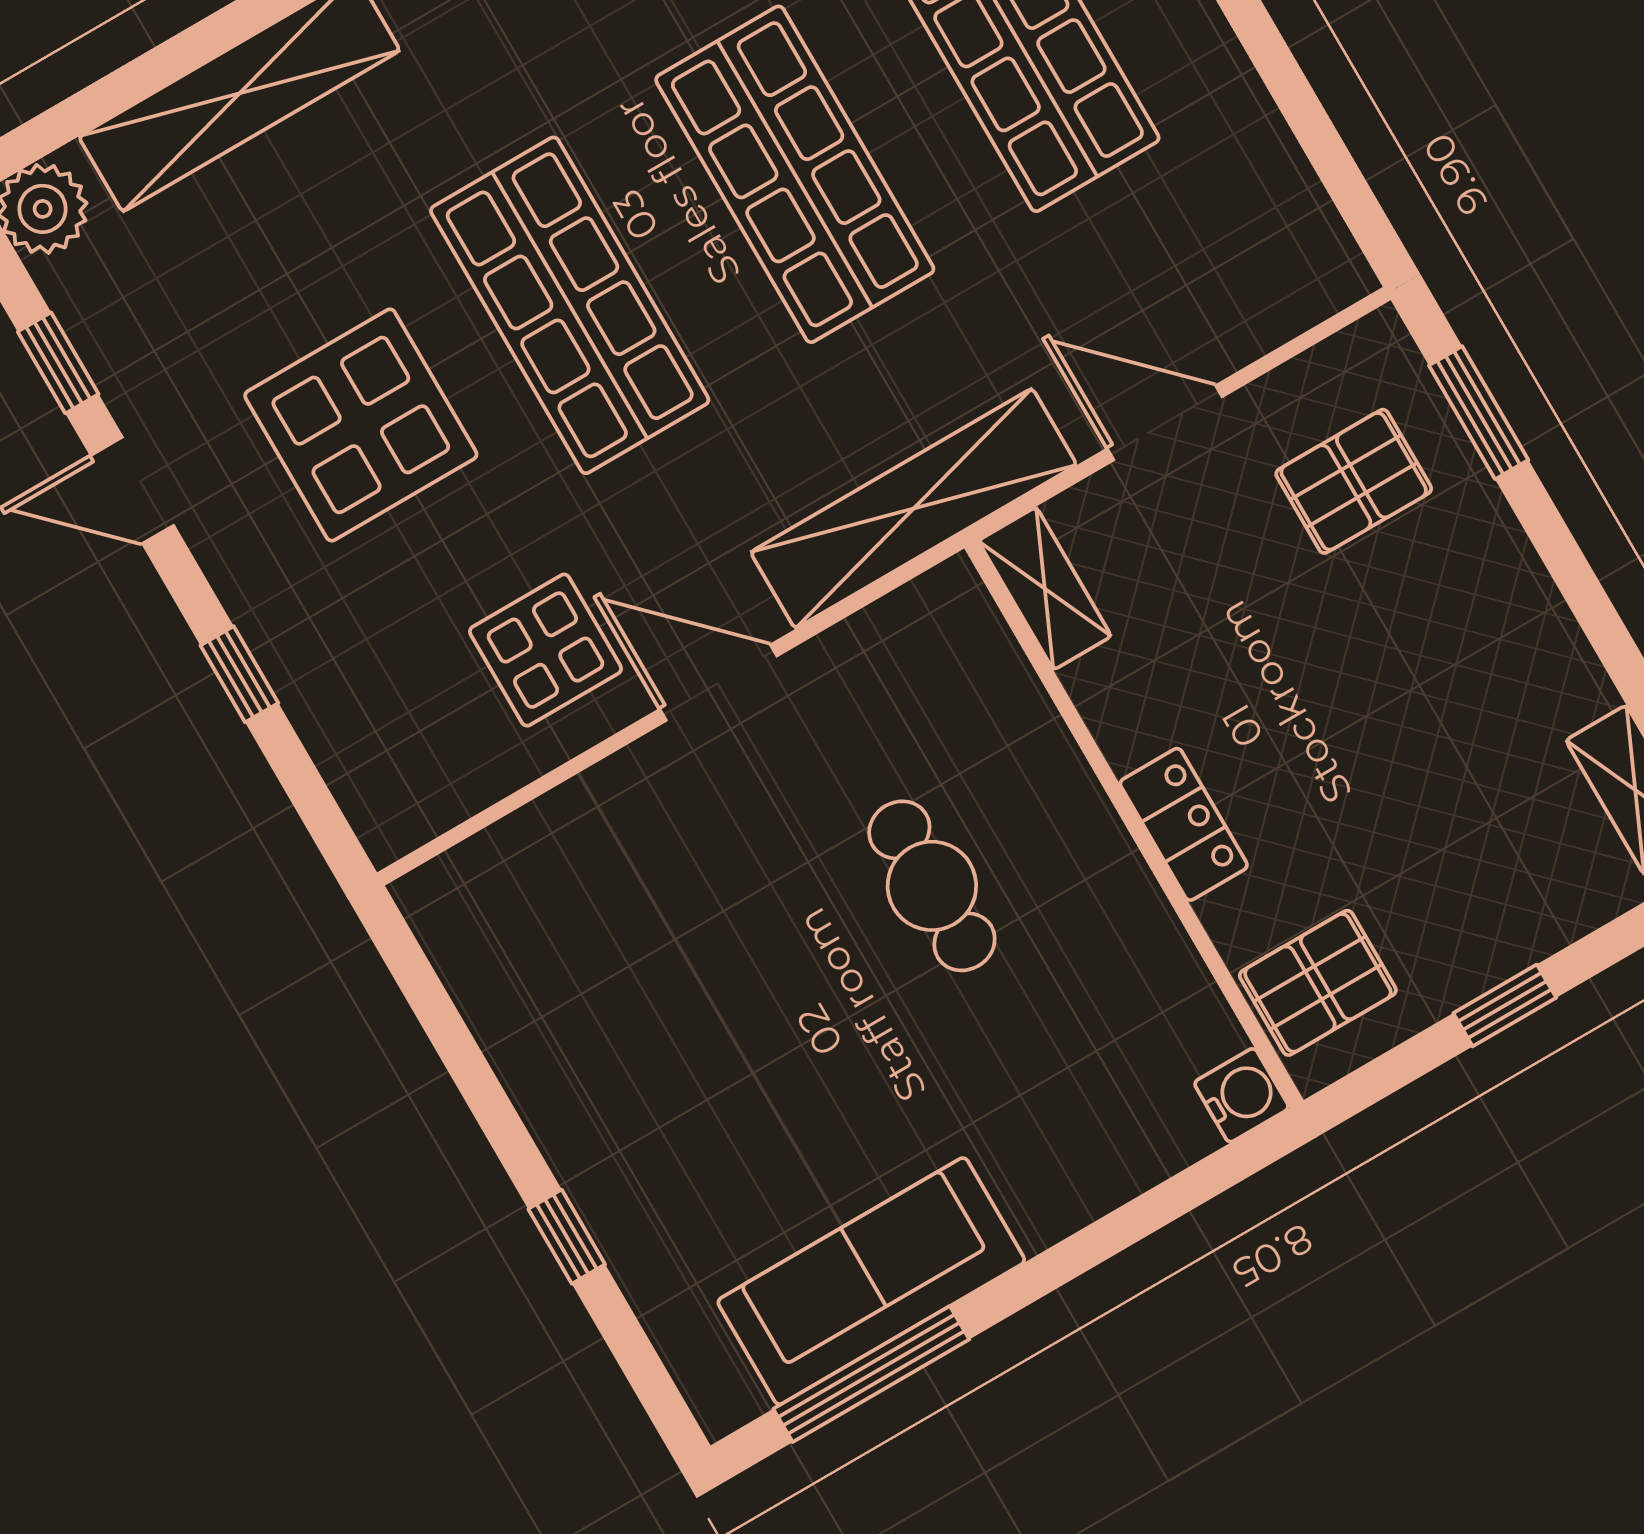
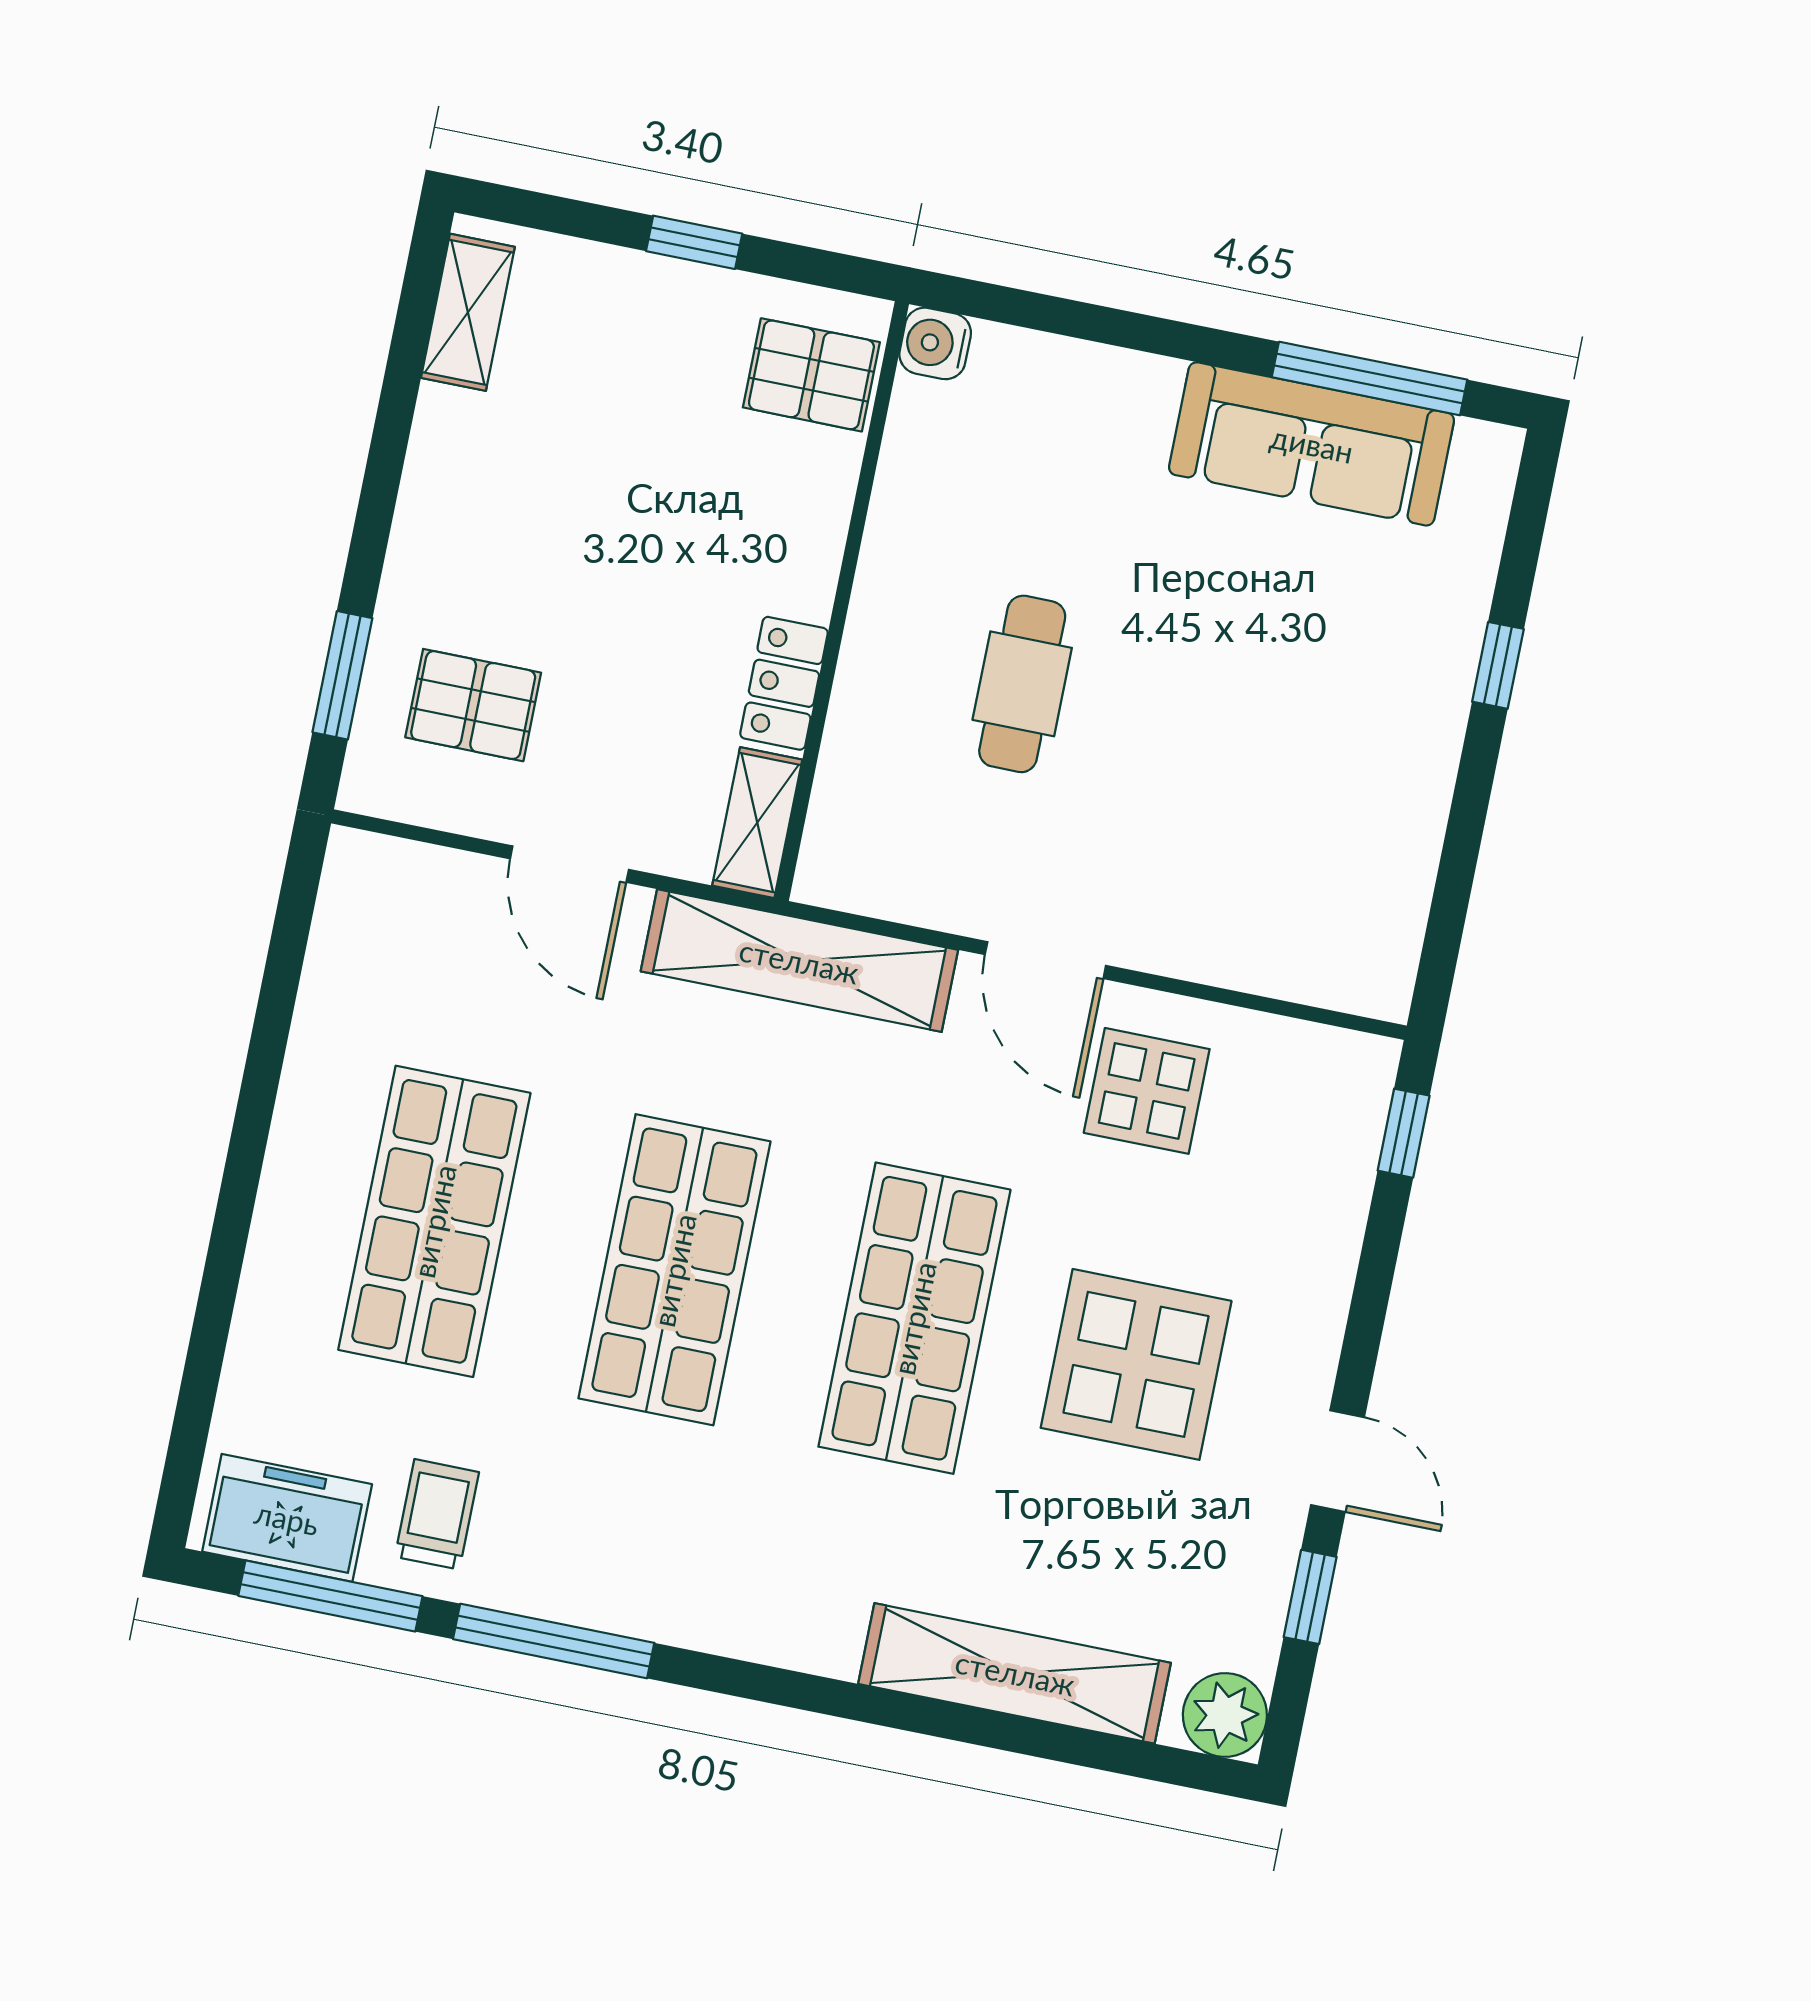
window: (239, 674) -> (1404, 1133), moved
locker: (1184, 824) -> (784, 683), moved

